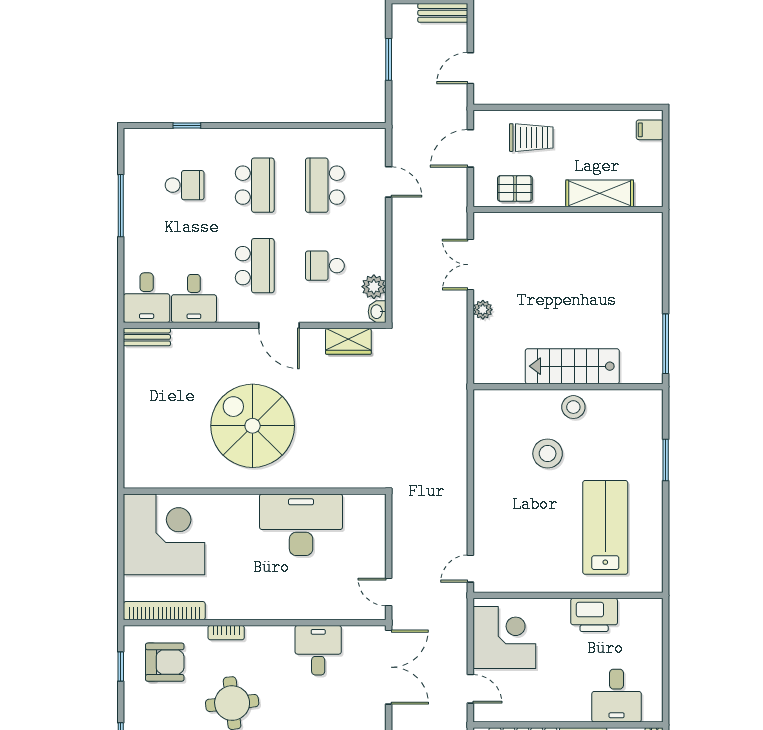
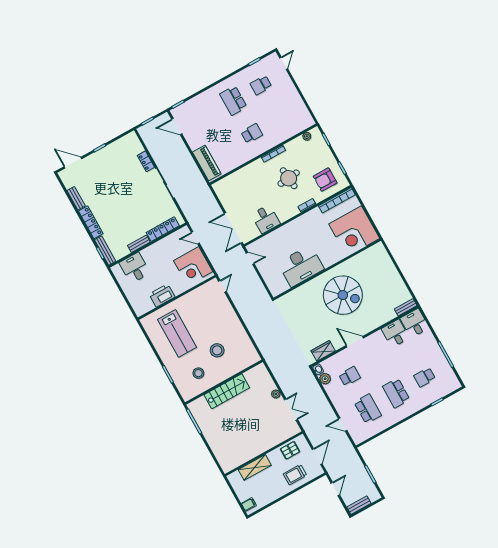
school desk: (255, 266) -> (378, 360), removed
stool: (573, 407) -> (198, 373), moved

